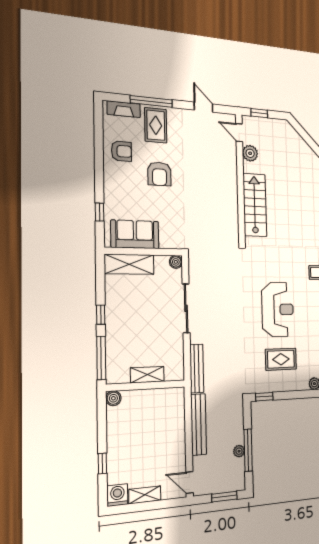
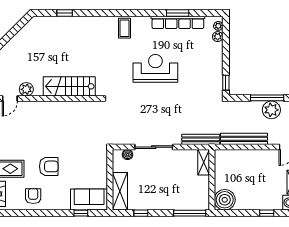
sofa: (135, 234) -> (89, 200), moved, turned 90
boiler: (176, 262) -> (128, 155), moved
window: (101, 315) -> (141, 213), moved
rug: (281, 359) -> (196, 67), removed
shelving: (147, 375) -> (204, 162), moved
boiler: (113, 398) -> (225, 200), width x1.86, depth x1.86
plant: (239, 451) -> (271, 110), width x1.88, depth x1.88

